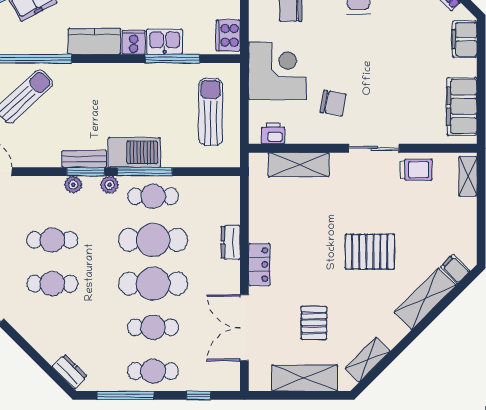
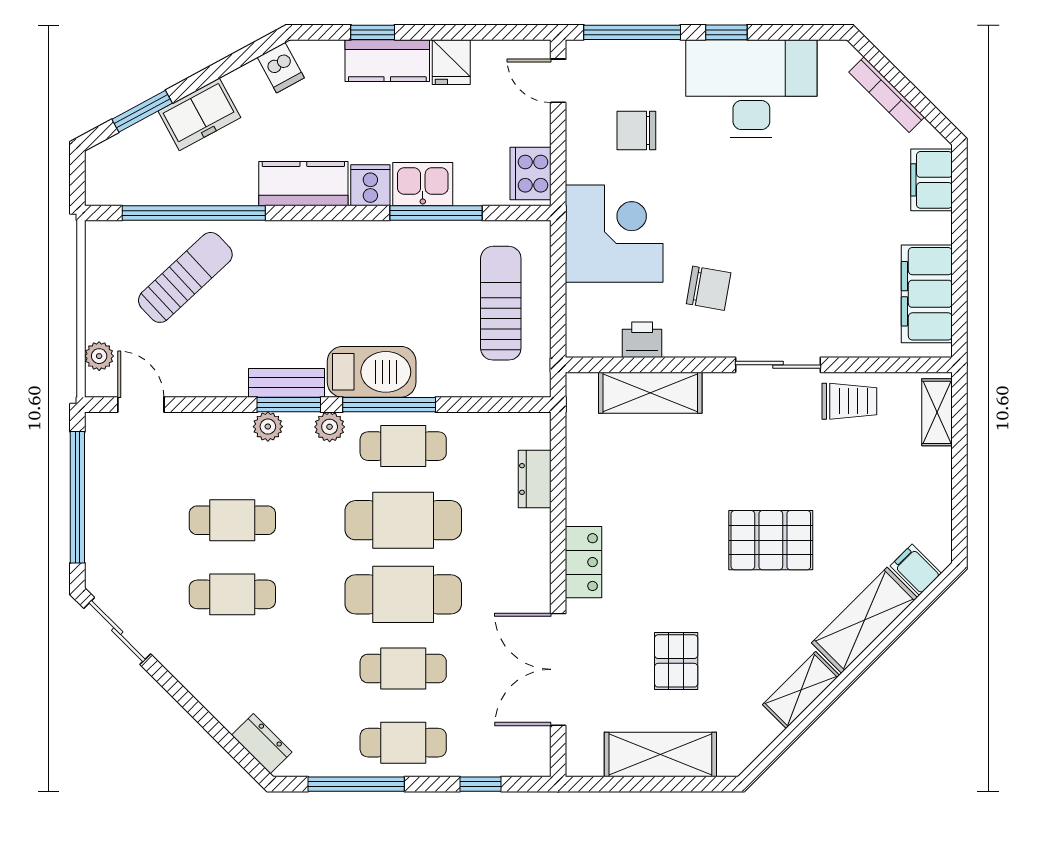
printer: (273, 133) -> (642, 340), moved
dresser: (231, 242) -> (535, 479), moved
shelving: (368, 360) -> (801, 690), moved

